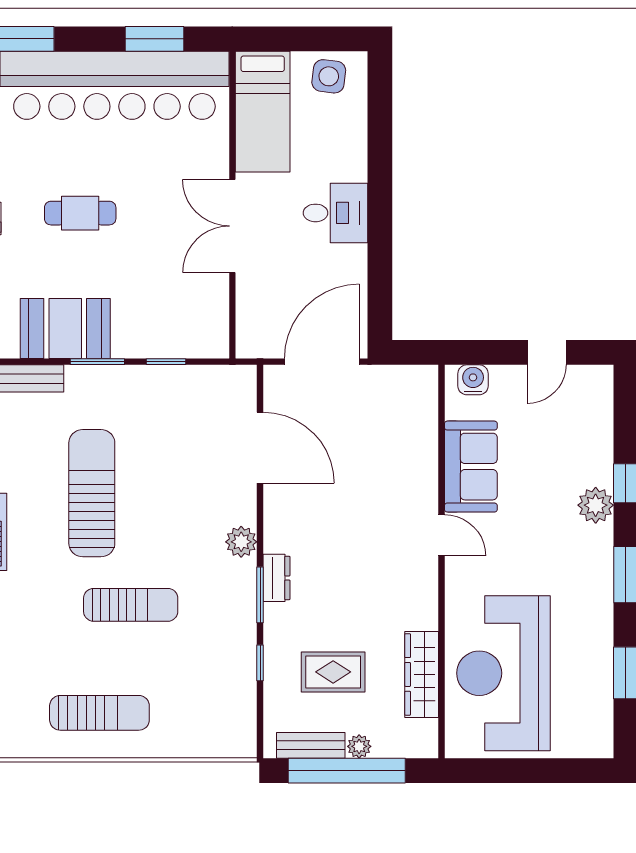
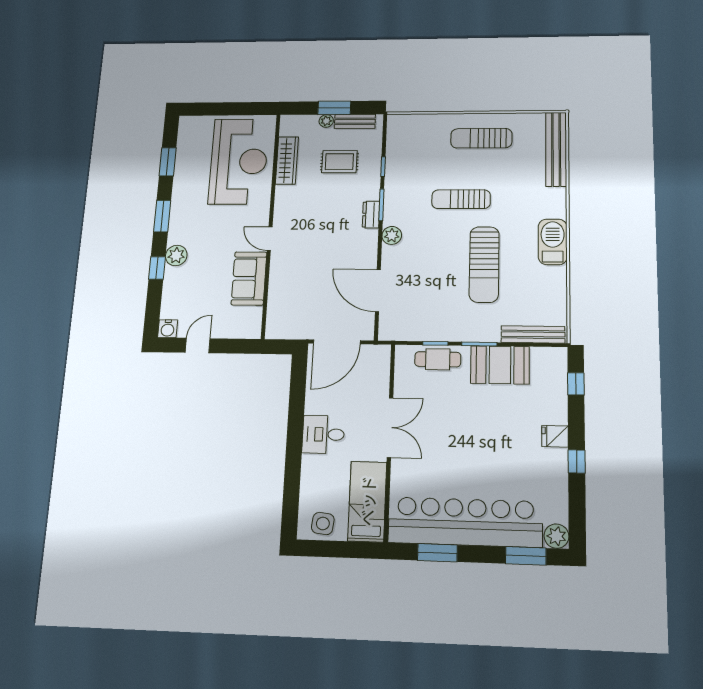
cafe table: (80, 213) -> (438, 359), moved
water cooler: (473, 380) -> (168, 329), moved
window: (347, 771) -> (334, 108), width x0.47

